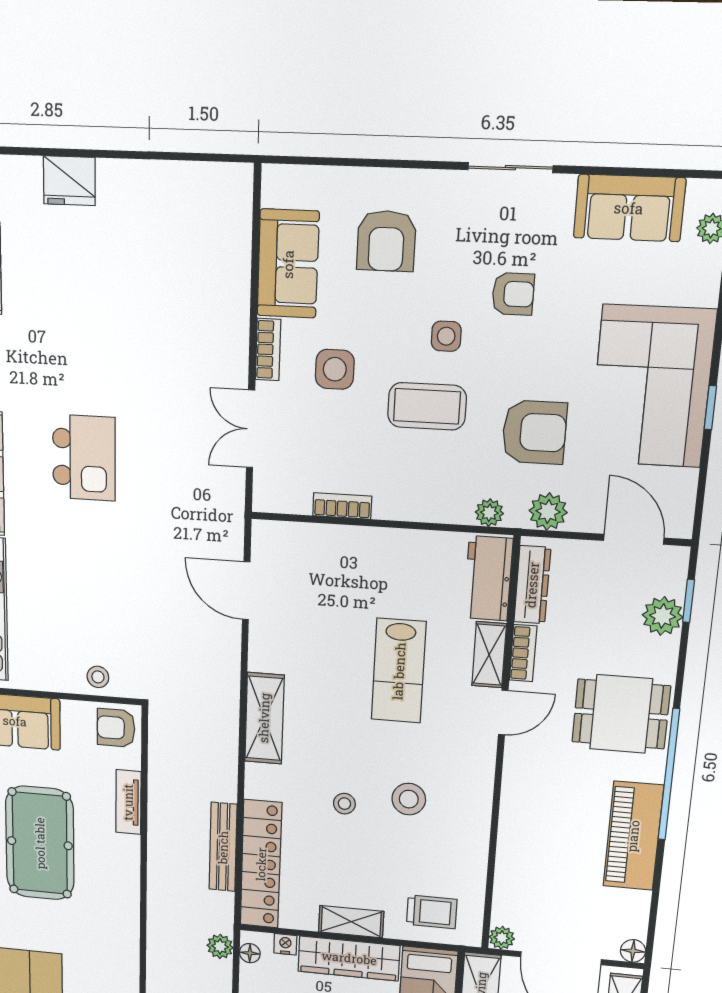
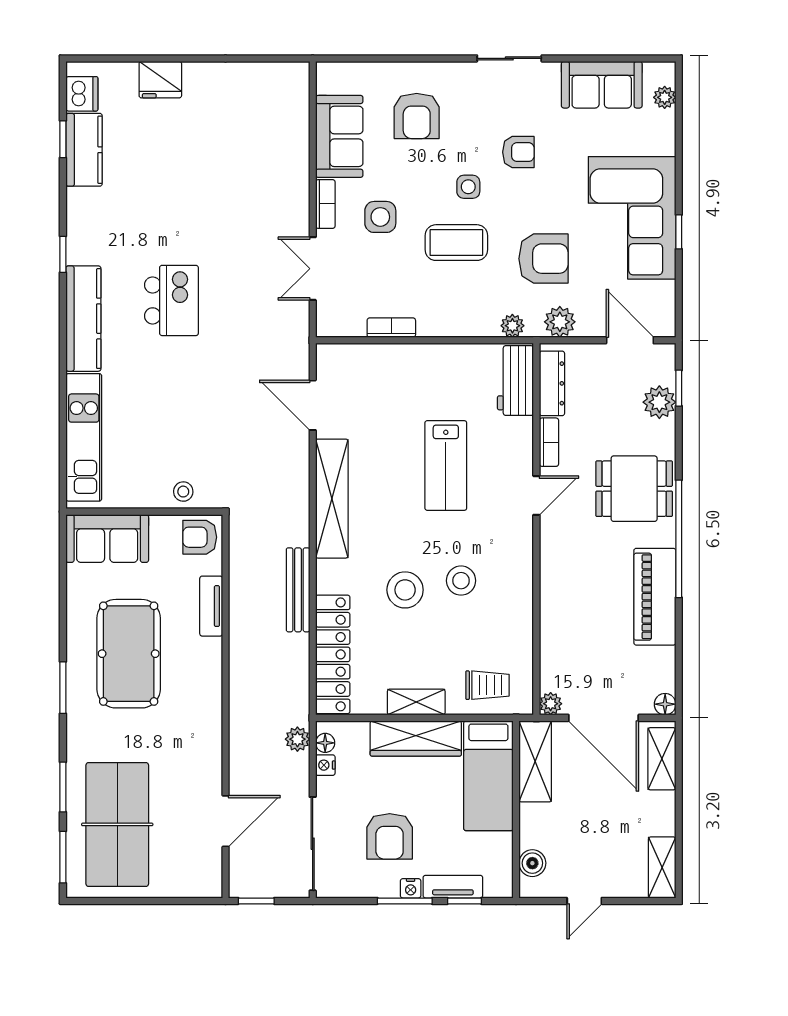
shelving: (489, 655) -> (521, 446), removed
shelving: (264, 718) -> (332, 499), width x1.47
stool: (344, 804) -> (405, 590), width x1.89, depth x1.89
bench: (223, 847) -> (298, 590), moved
nightstand: (285, 944) -> (325, 765), moved, turned -90

